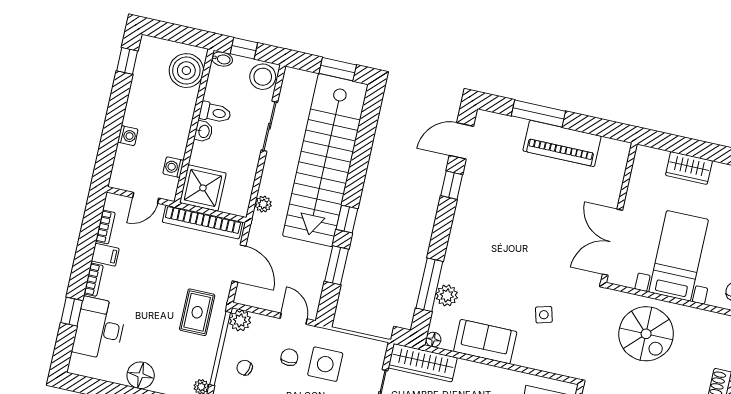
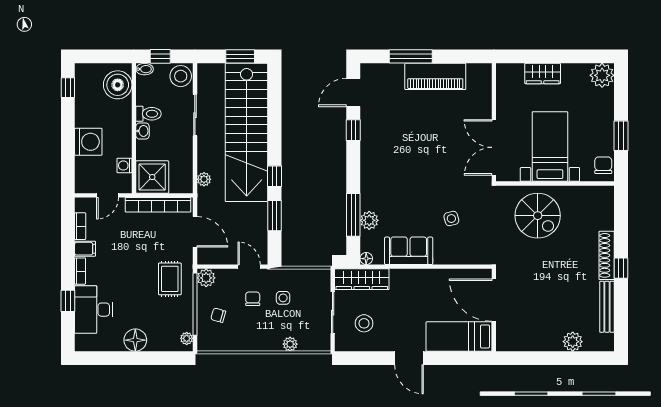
washing machine: (128, 136) -> (88, 142), width x1.89, depth x1.89
side table: (325, 364) -> (283, 298), width x0.54, depth x0.54

